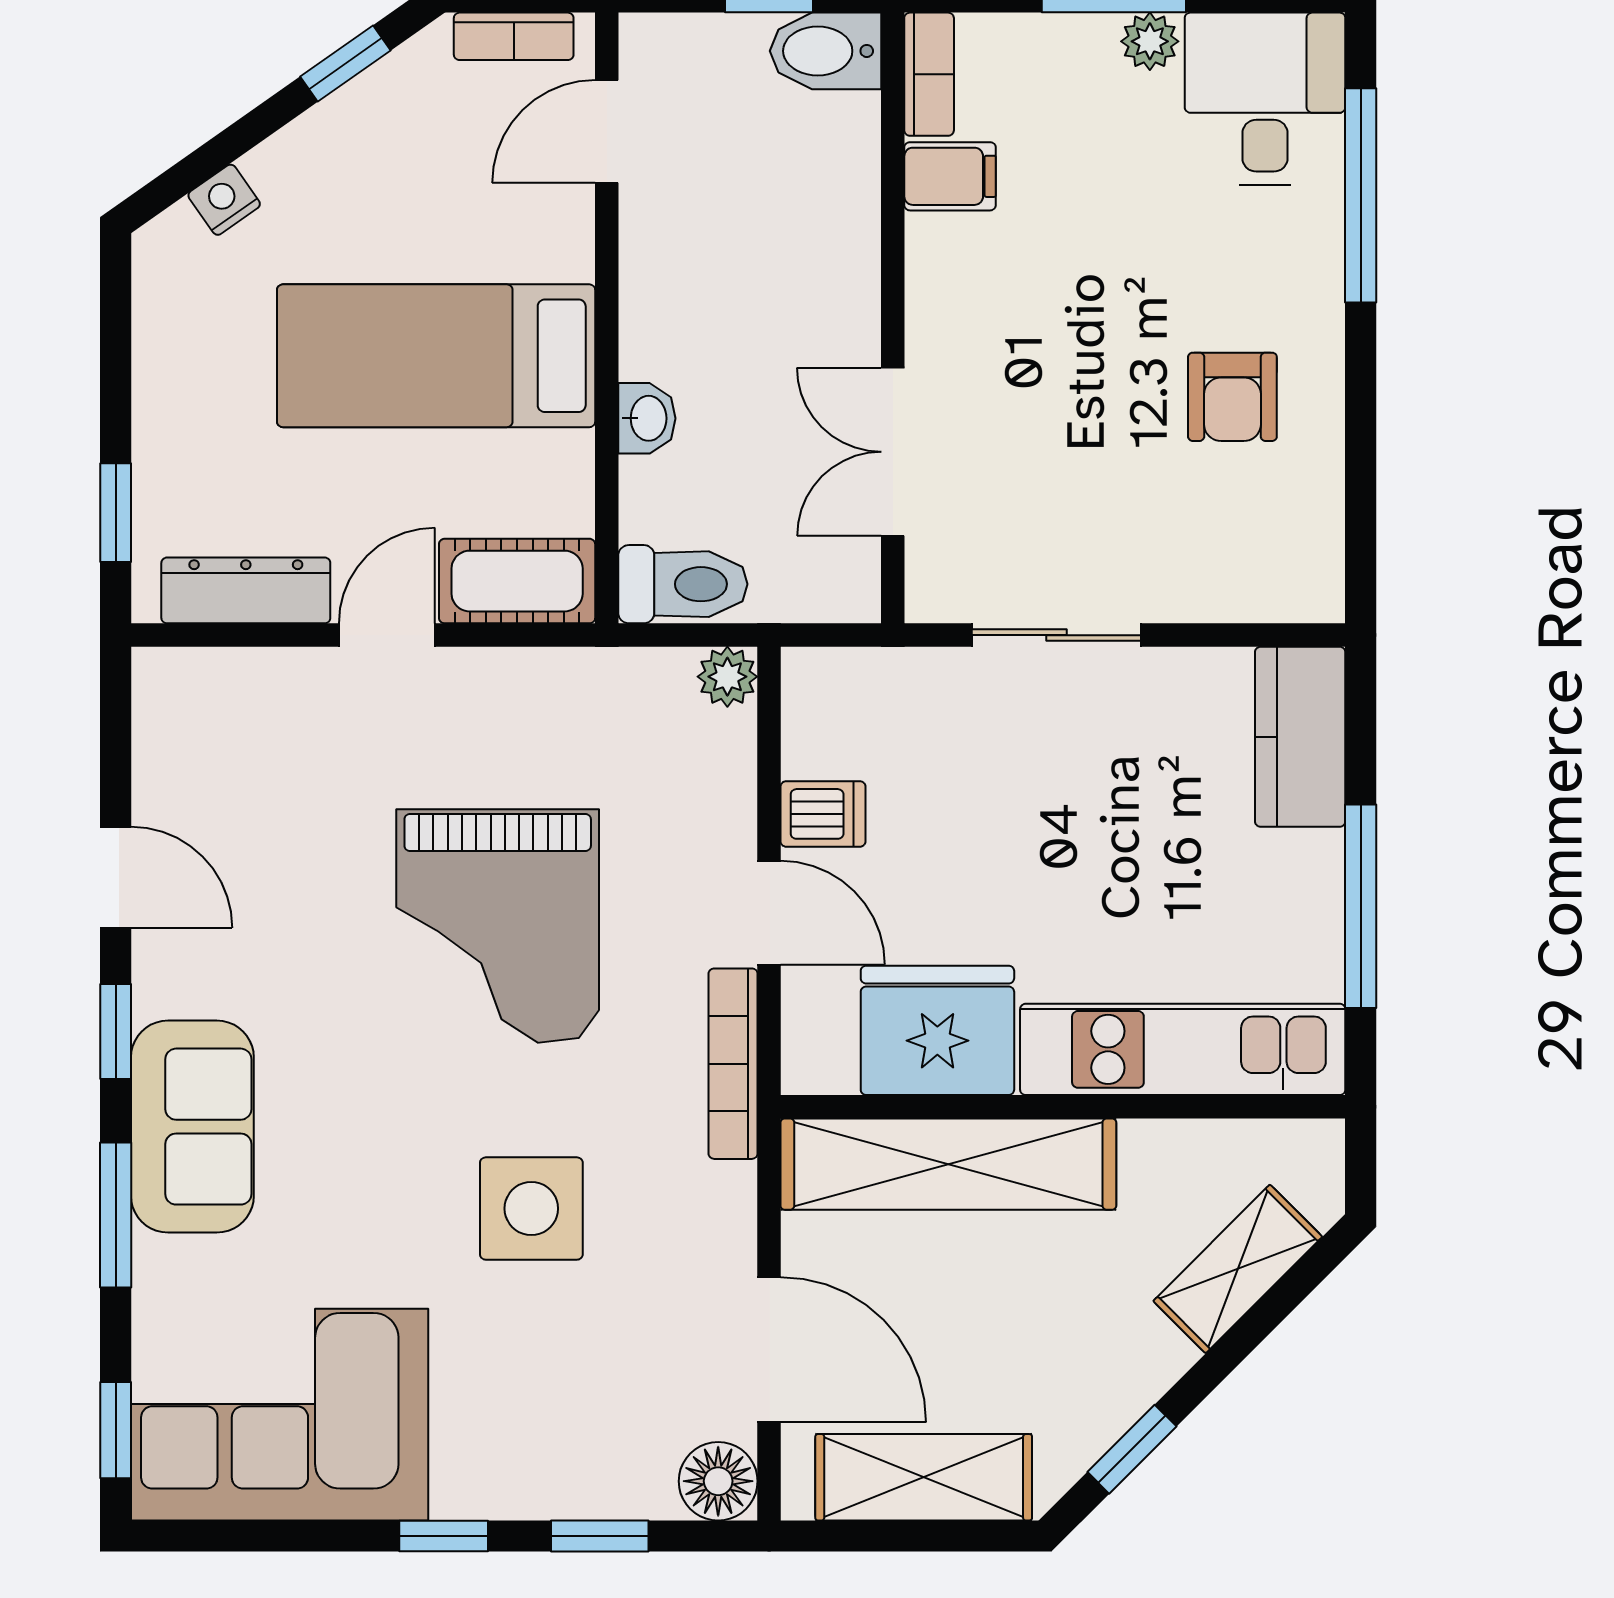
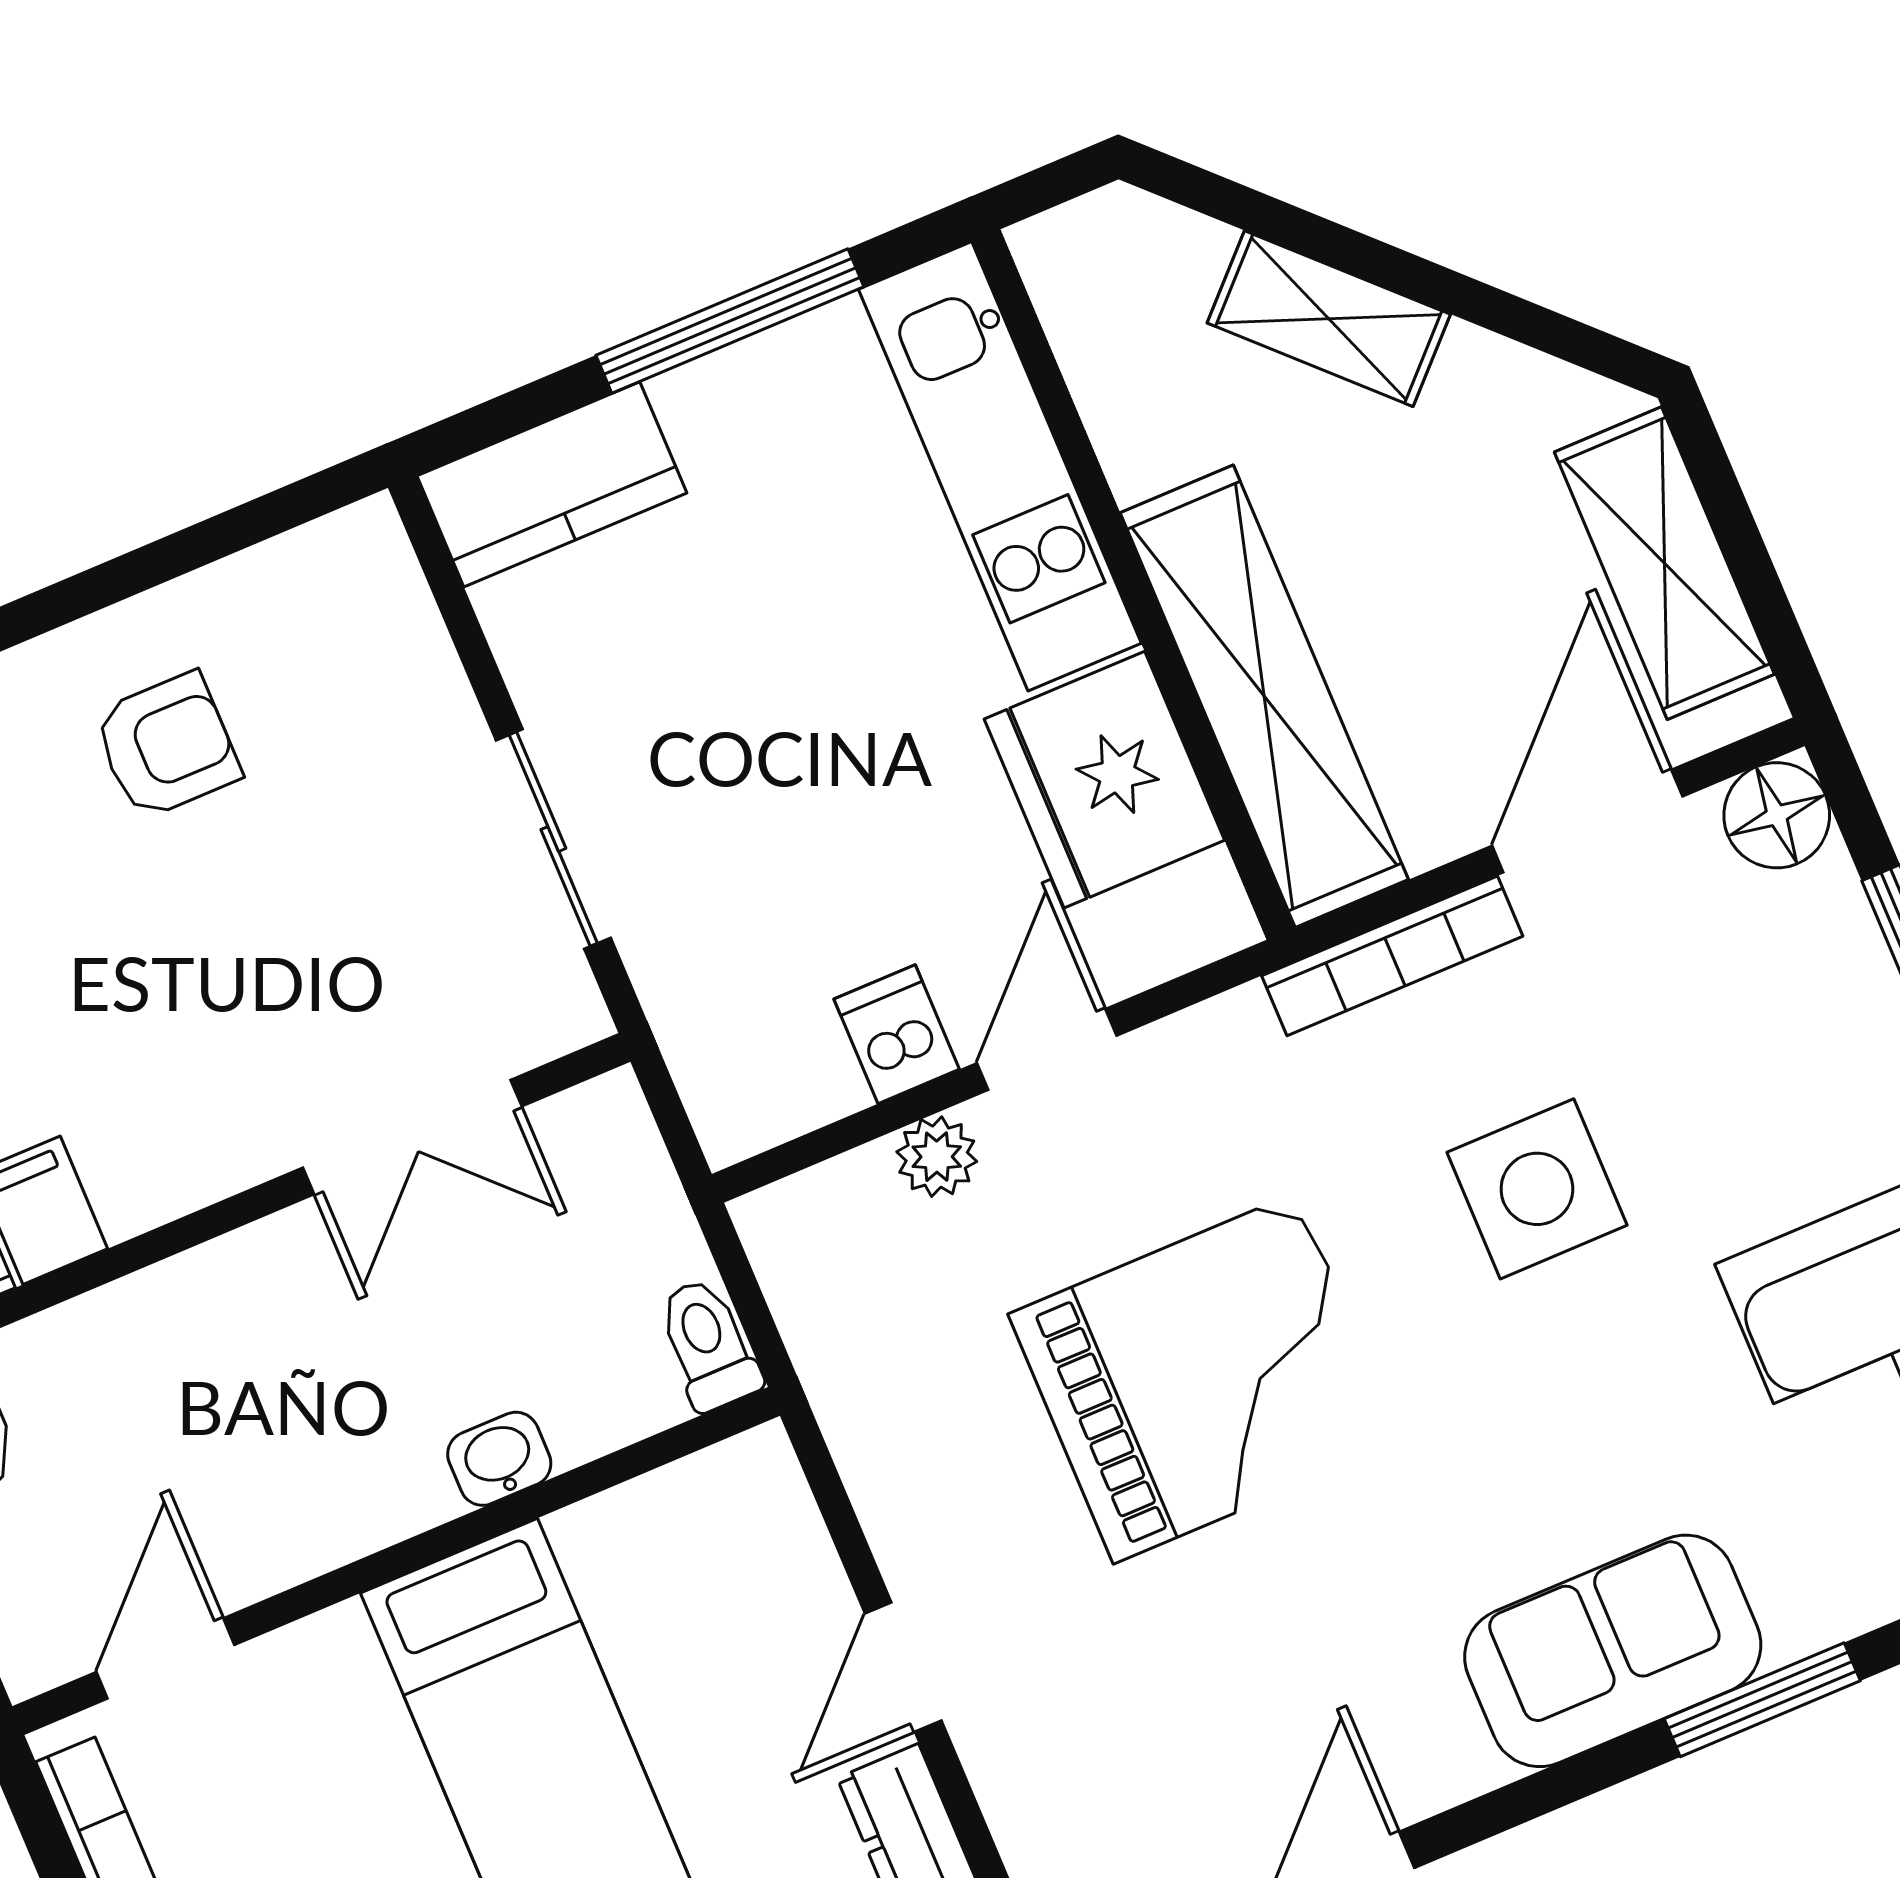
door: (607, 132) -> (166, 1658), swing flipped
cot: (517, 581) -> (768, 1534), removed
toilet: (683, 584) -> (708, 1344), width x0.73, depth x0.72
door: (387, 635) -> (903, 1667), hinge flipped
plant: (727, 677) -> (937, 1157), moved
window: (116, 1032) -> (1535, 1796), removed
bookcase: (733, 1064) -> (1392, 956), moved
shelving: (1238, 1269) -> (1329, 319), moved
window: (1132, 1449) -> (1521, 320), removed

